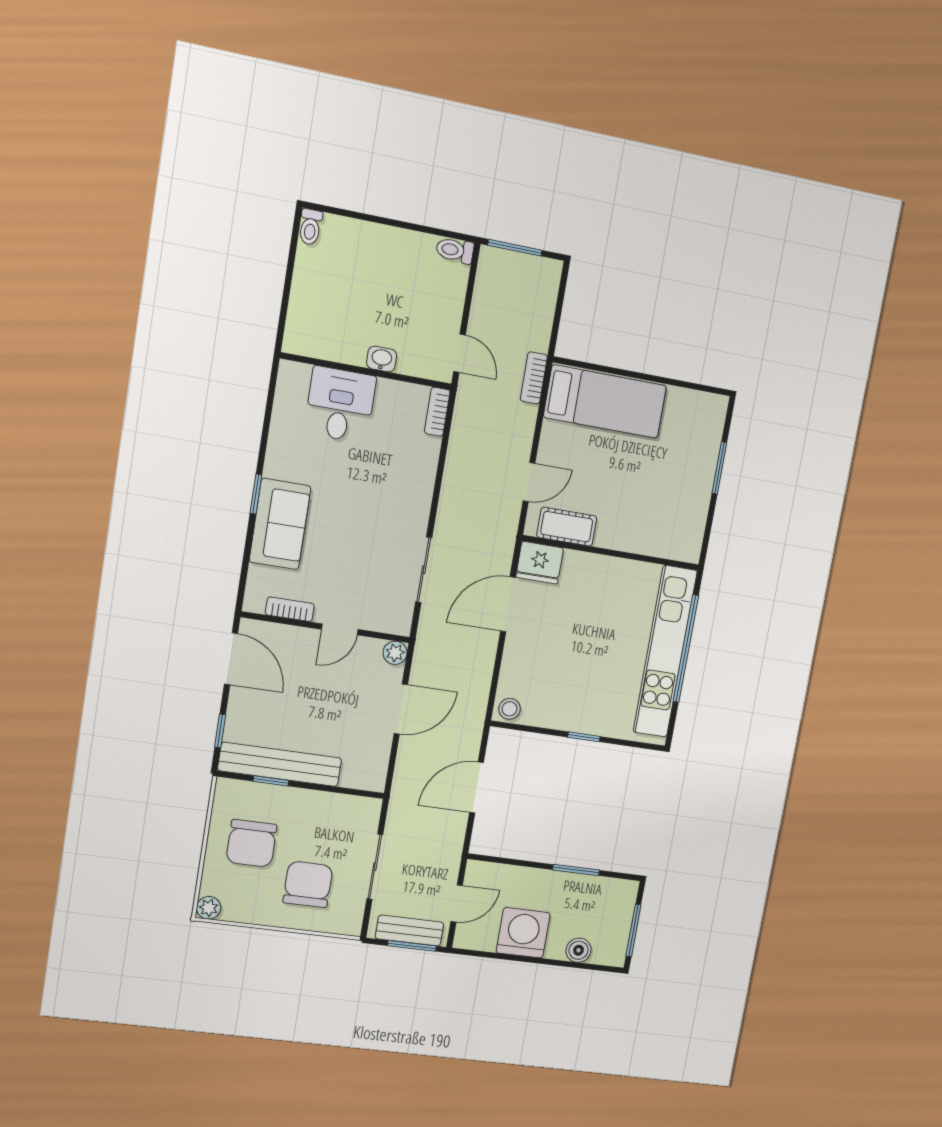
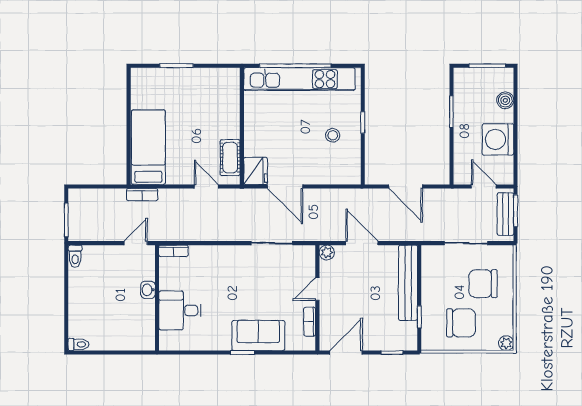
door: (340, 629) -> (317, 289), swing flipped
stool: (510, 709) -> (333, 135), moved
bench: (280, 764) -> (408, 283), moved

